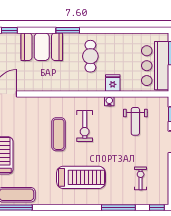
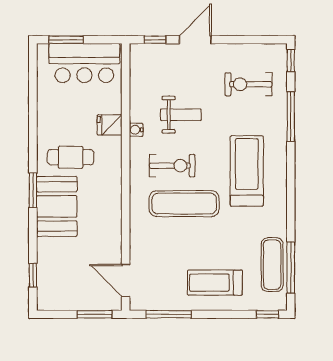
booth: (42, 47) -> (57, 206), moved
weight bench: (135, 121) -> (181, 115), moved
exercise mat: (59, 134) -> (184, 204), width x1.36, depth x1.45
exercise bike: (141, 178) -> (248, 84), width x1.38, depth x1.39

